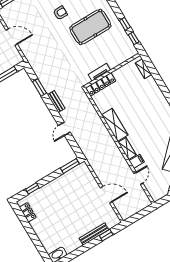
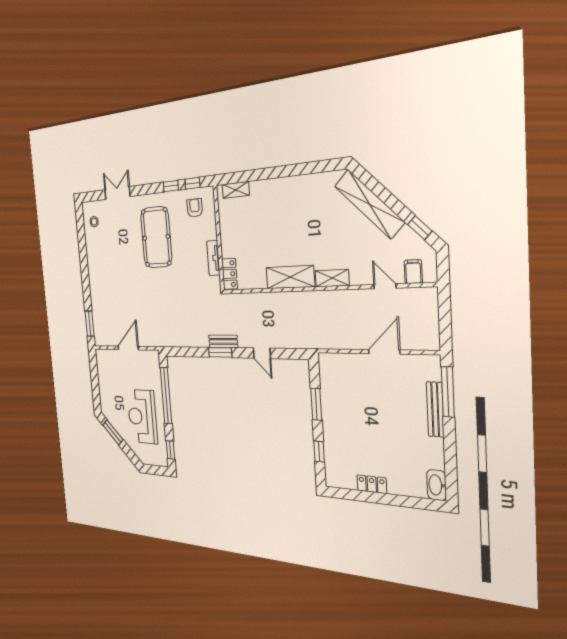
armchair: (60, 13) -> (195, 208), moved
locker: (101, 84) -> (230, 274), width x0.66
window: (39, 87) -> (220, 352), moved
filing cabinet: (137, 161) -> (413, 272), moved
window: (70, 166) -> (316, 404), moved
locker: (28, 212) -> (372, 484), moved
window: (106, 235) -> (448, 392), width x2.17

